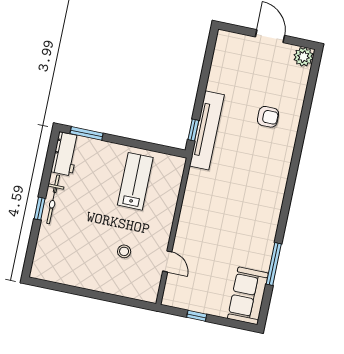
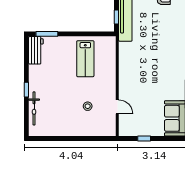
lab bench: (135, 181) -> (85, 59), turned 180
bicycle: (53, 199) -> (34, 108), moved

